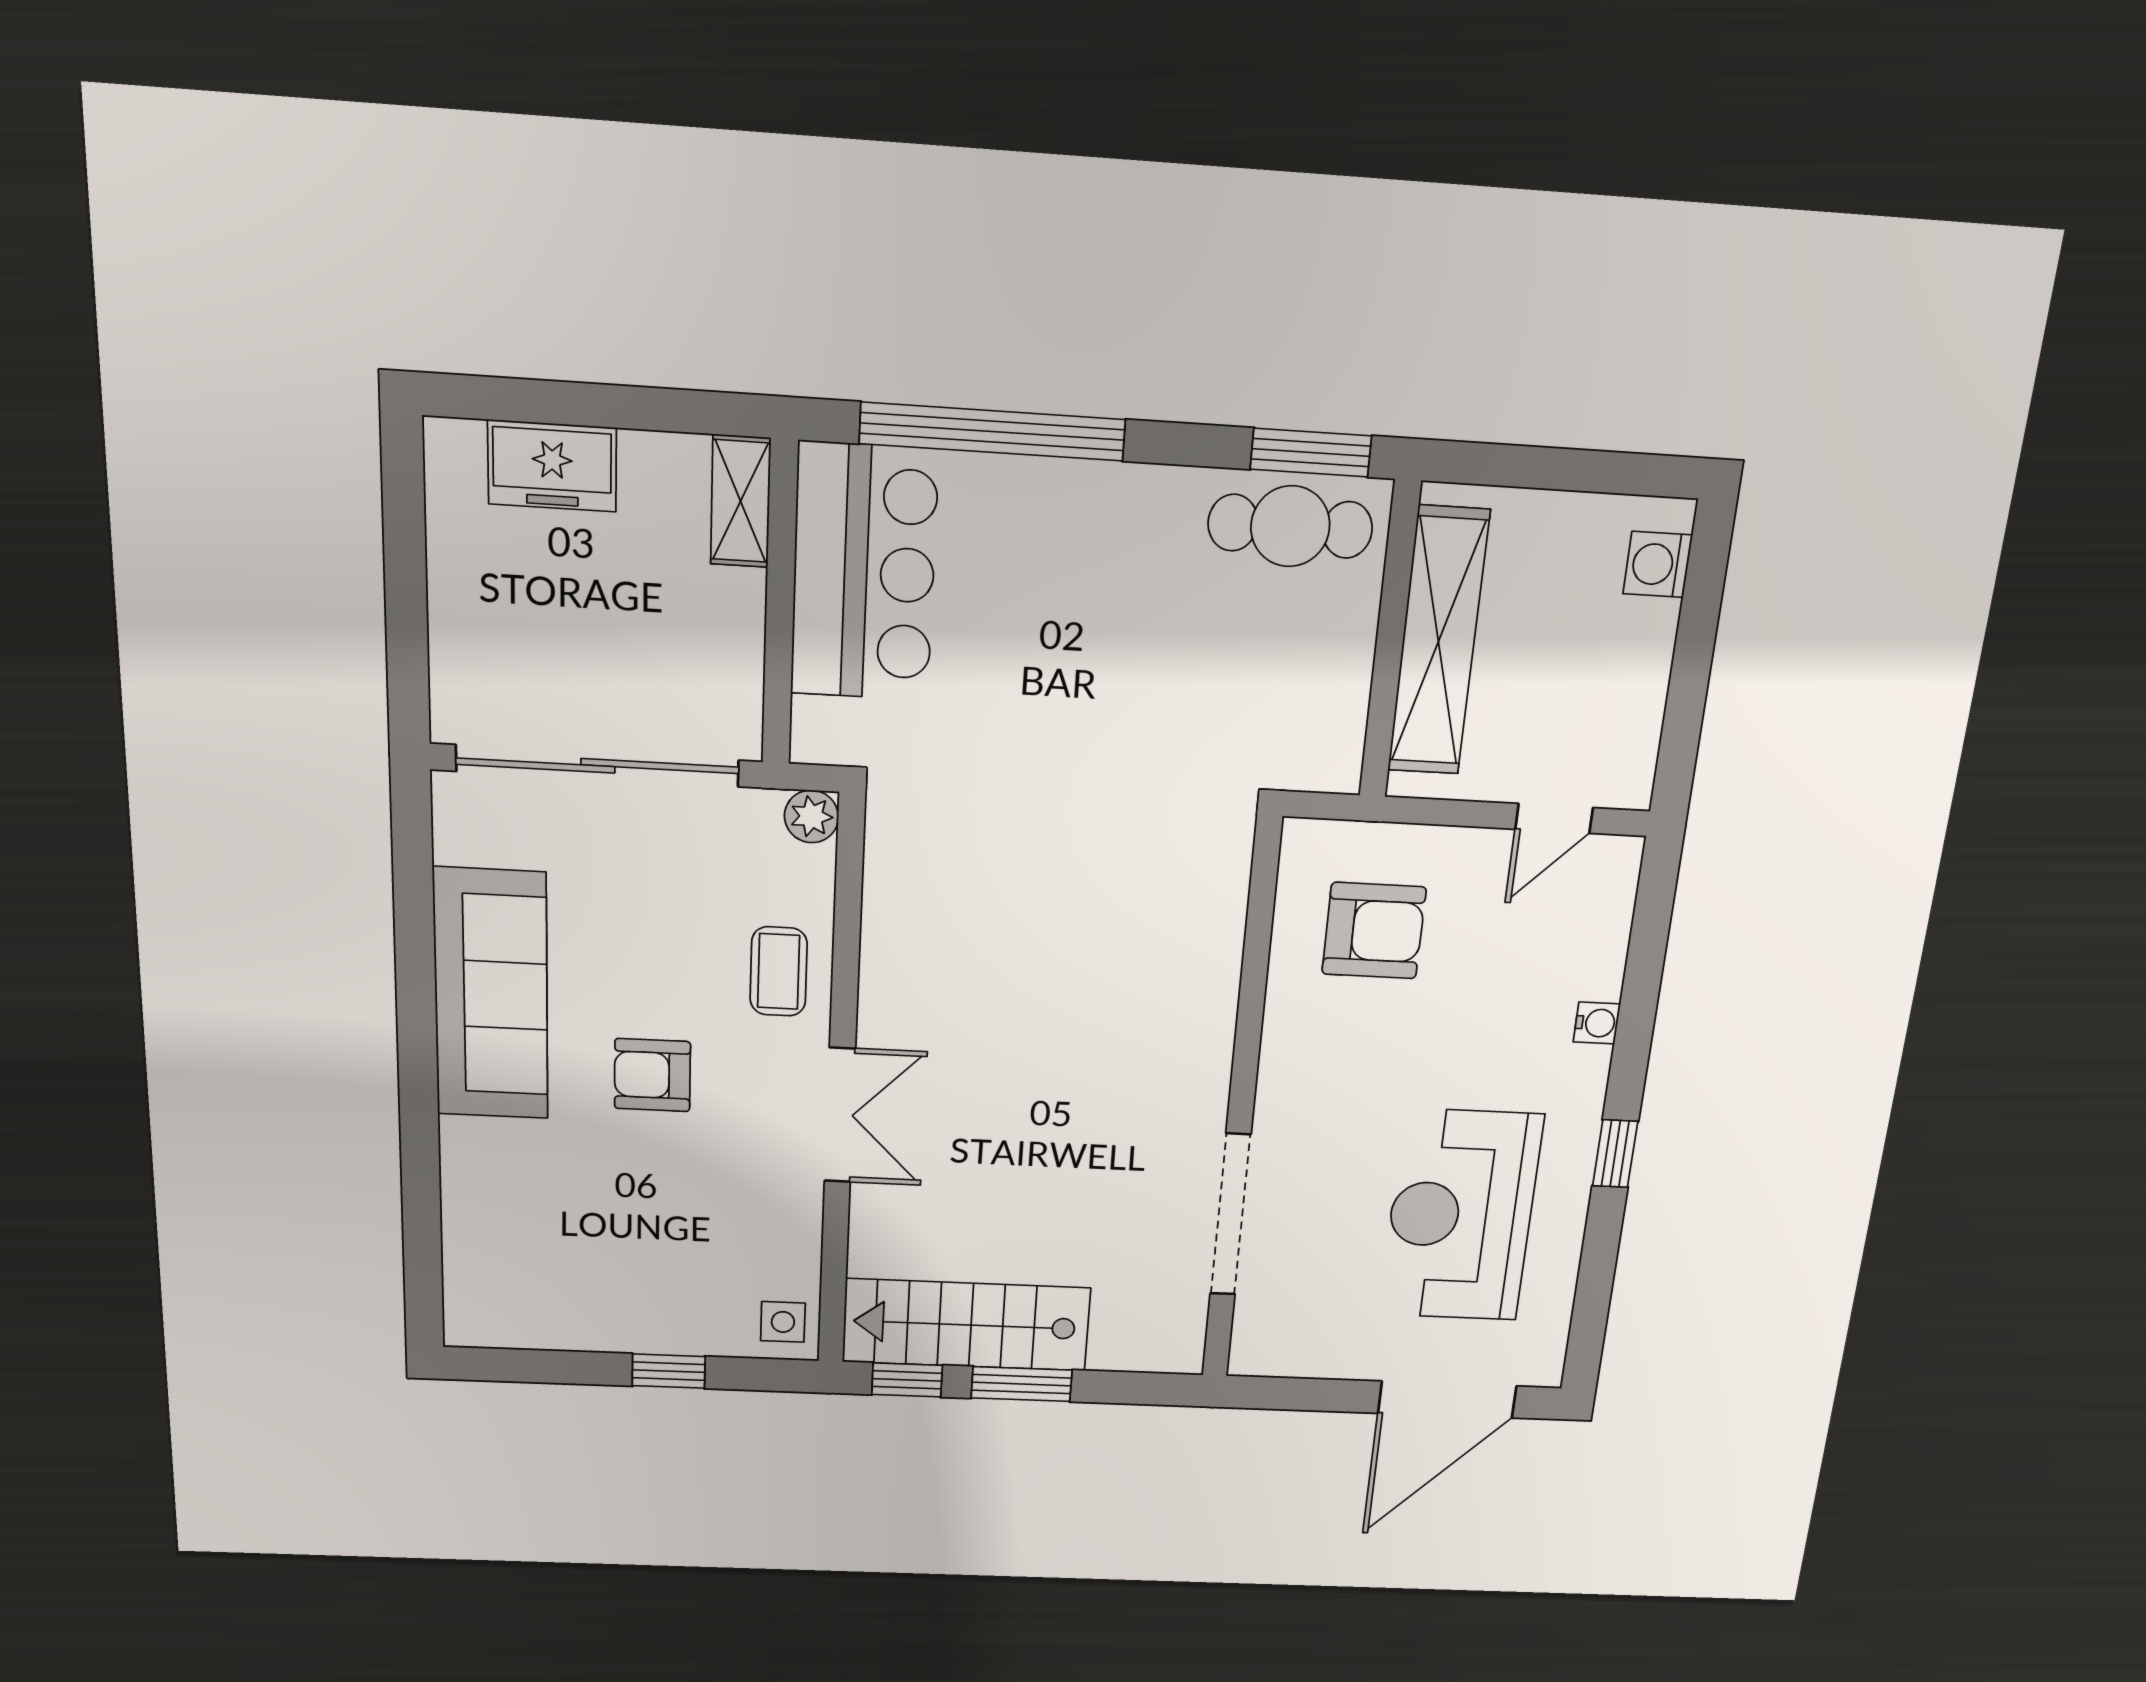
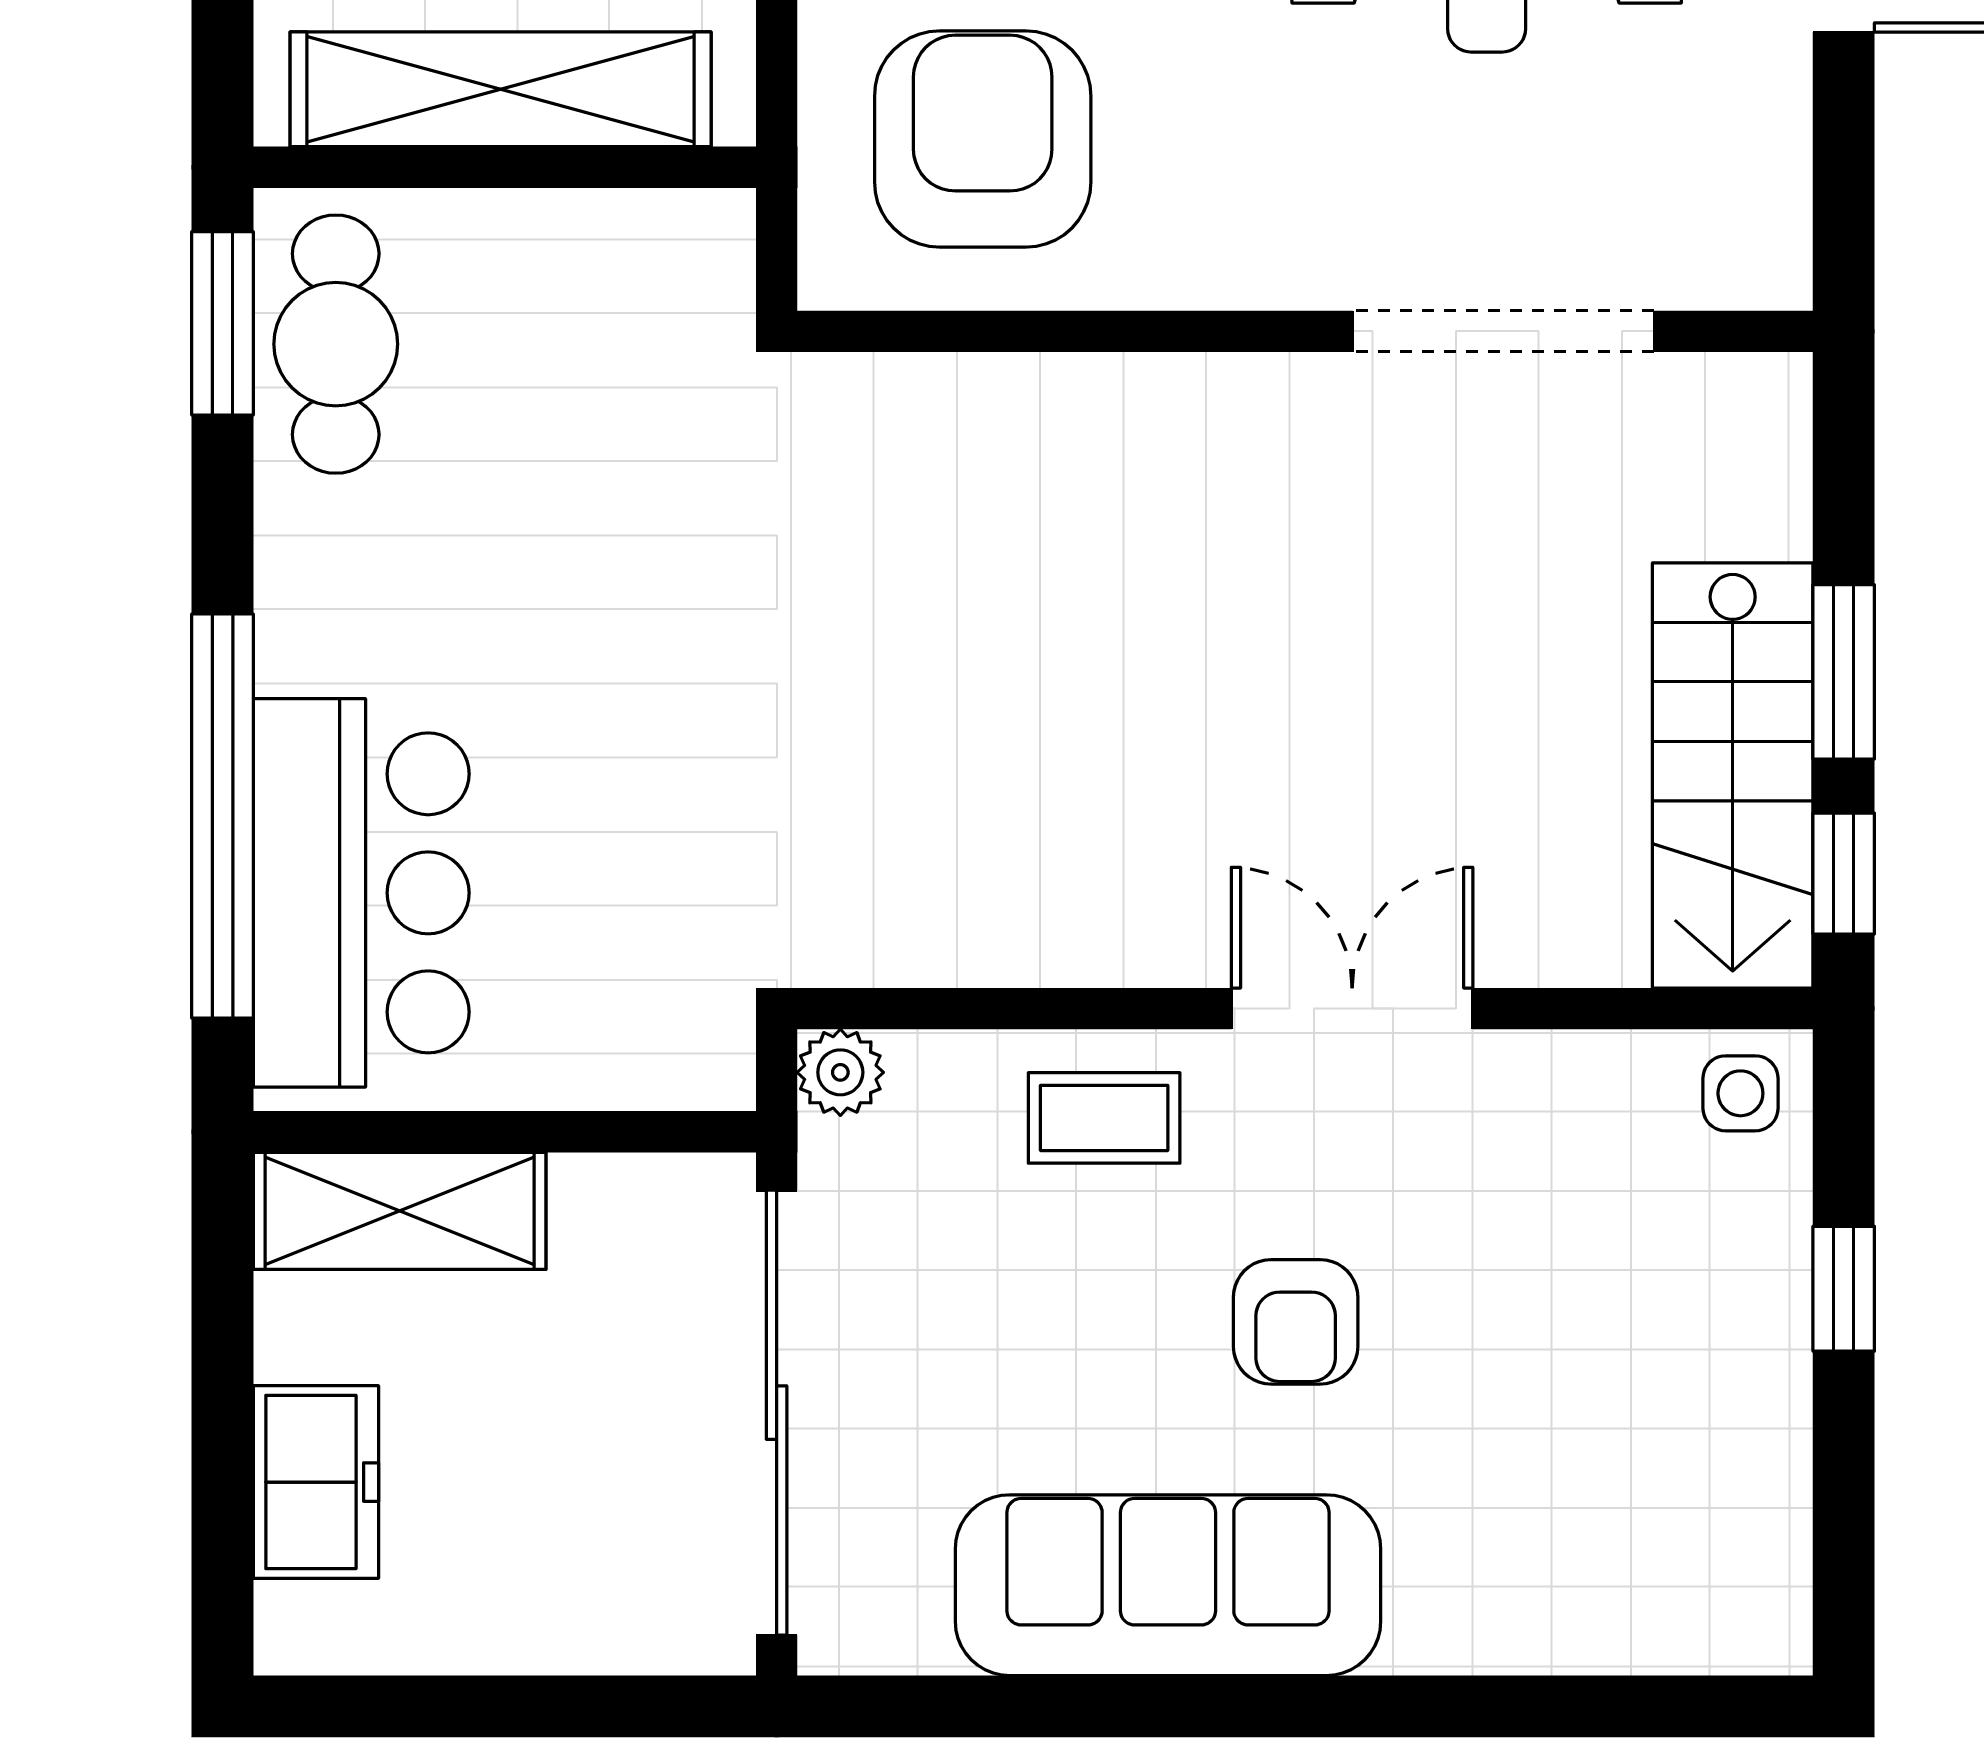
shelving: (741, 501) -> (400, 1211), width x1.50, depth x1.33
bar counter: (864, 573) -> (361, 893), moved, turned 90
armchair: (1374, 931) -> (983, 139), width x1.36, depth x1.36

